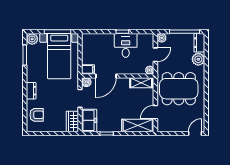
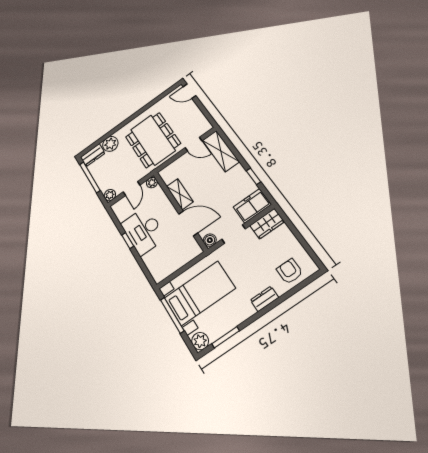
desk: (126, 45) -> (143, 231), width x1.37
door: (155, 55) -> (132, 189), swing flipped
filing cabinet: (88, 69) -> (194, 248), removed
shelving: (141, 83) -> (180, 194), moved

